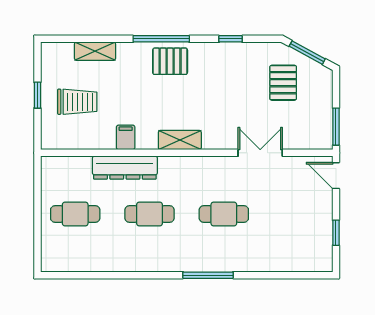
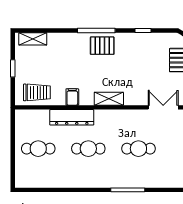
shelving: (95, 51) -> (33, 39), moved
trolley: (77, 102) -> (37, 92), moved

